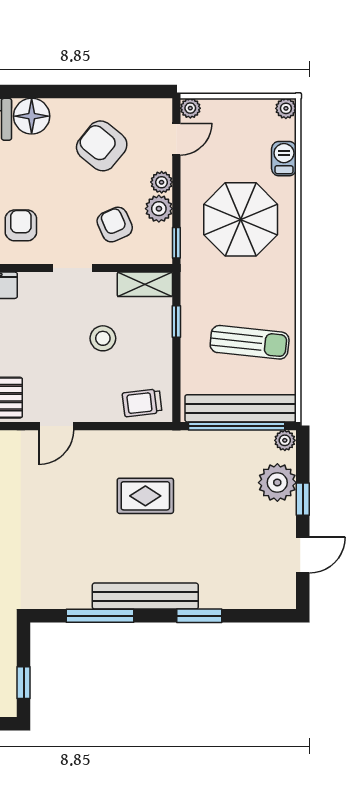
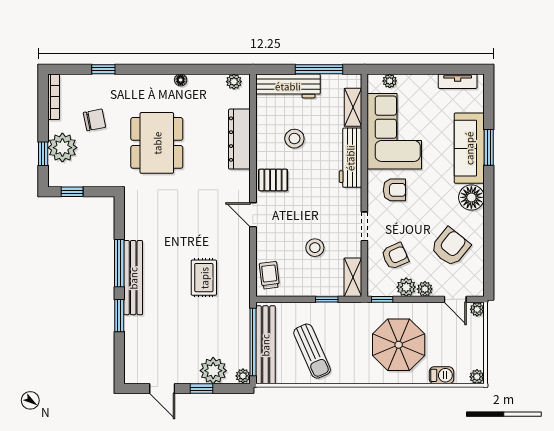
sun lounger: (250, 342) -> (312, 351), turned -30
window: (100, 616) -> (119, 263), moved

